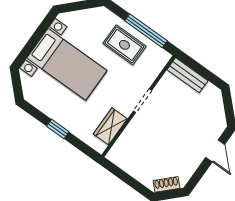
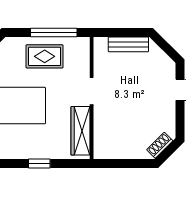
bench: (187, 75) -> (128, 44), moved
wardrobe: (110, 126) -> (80, 131), width x1.50

